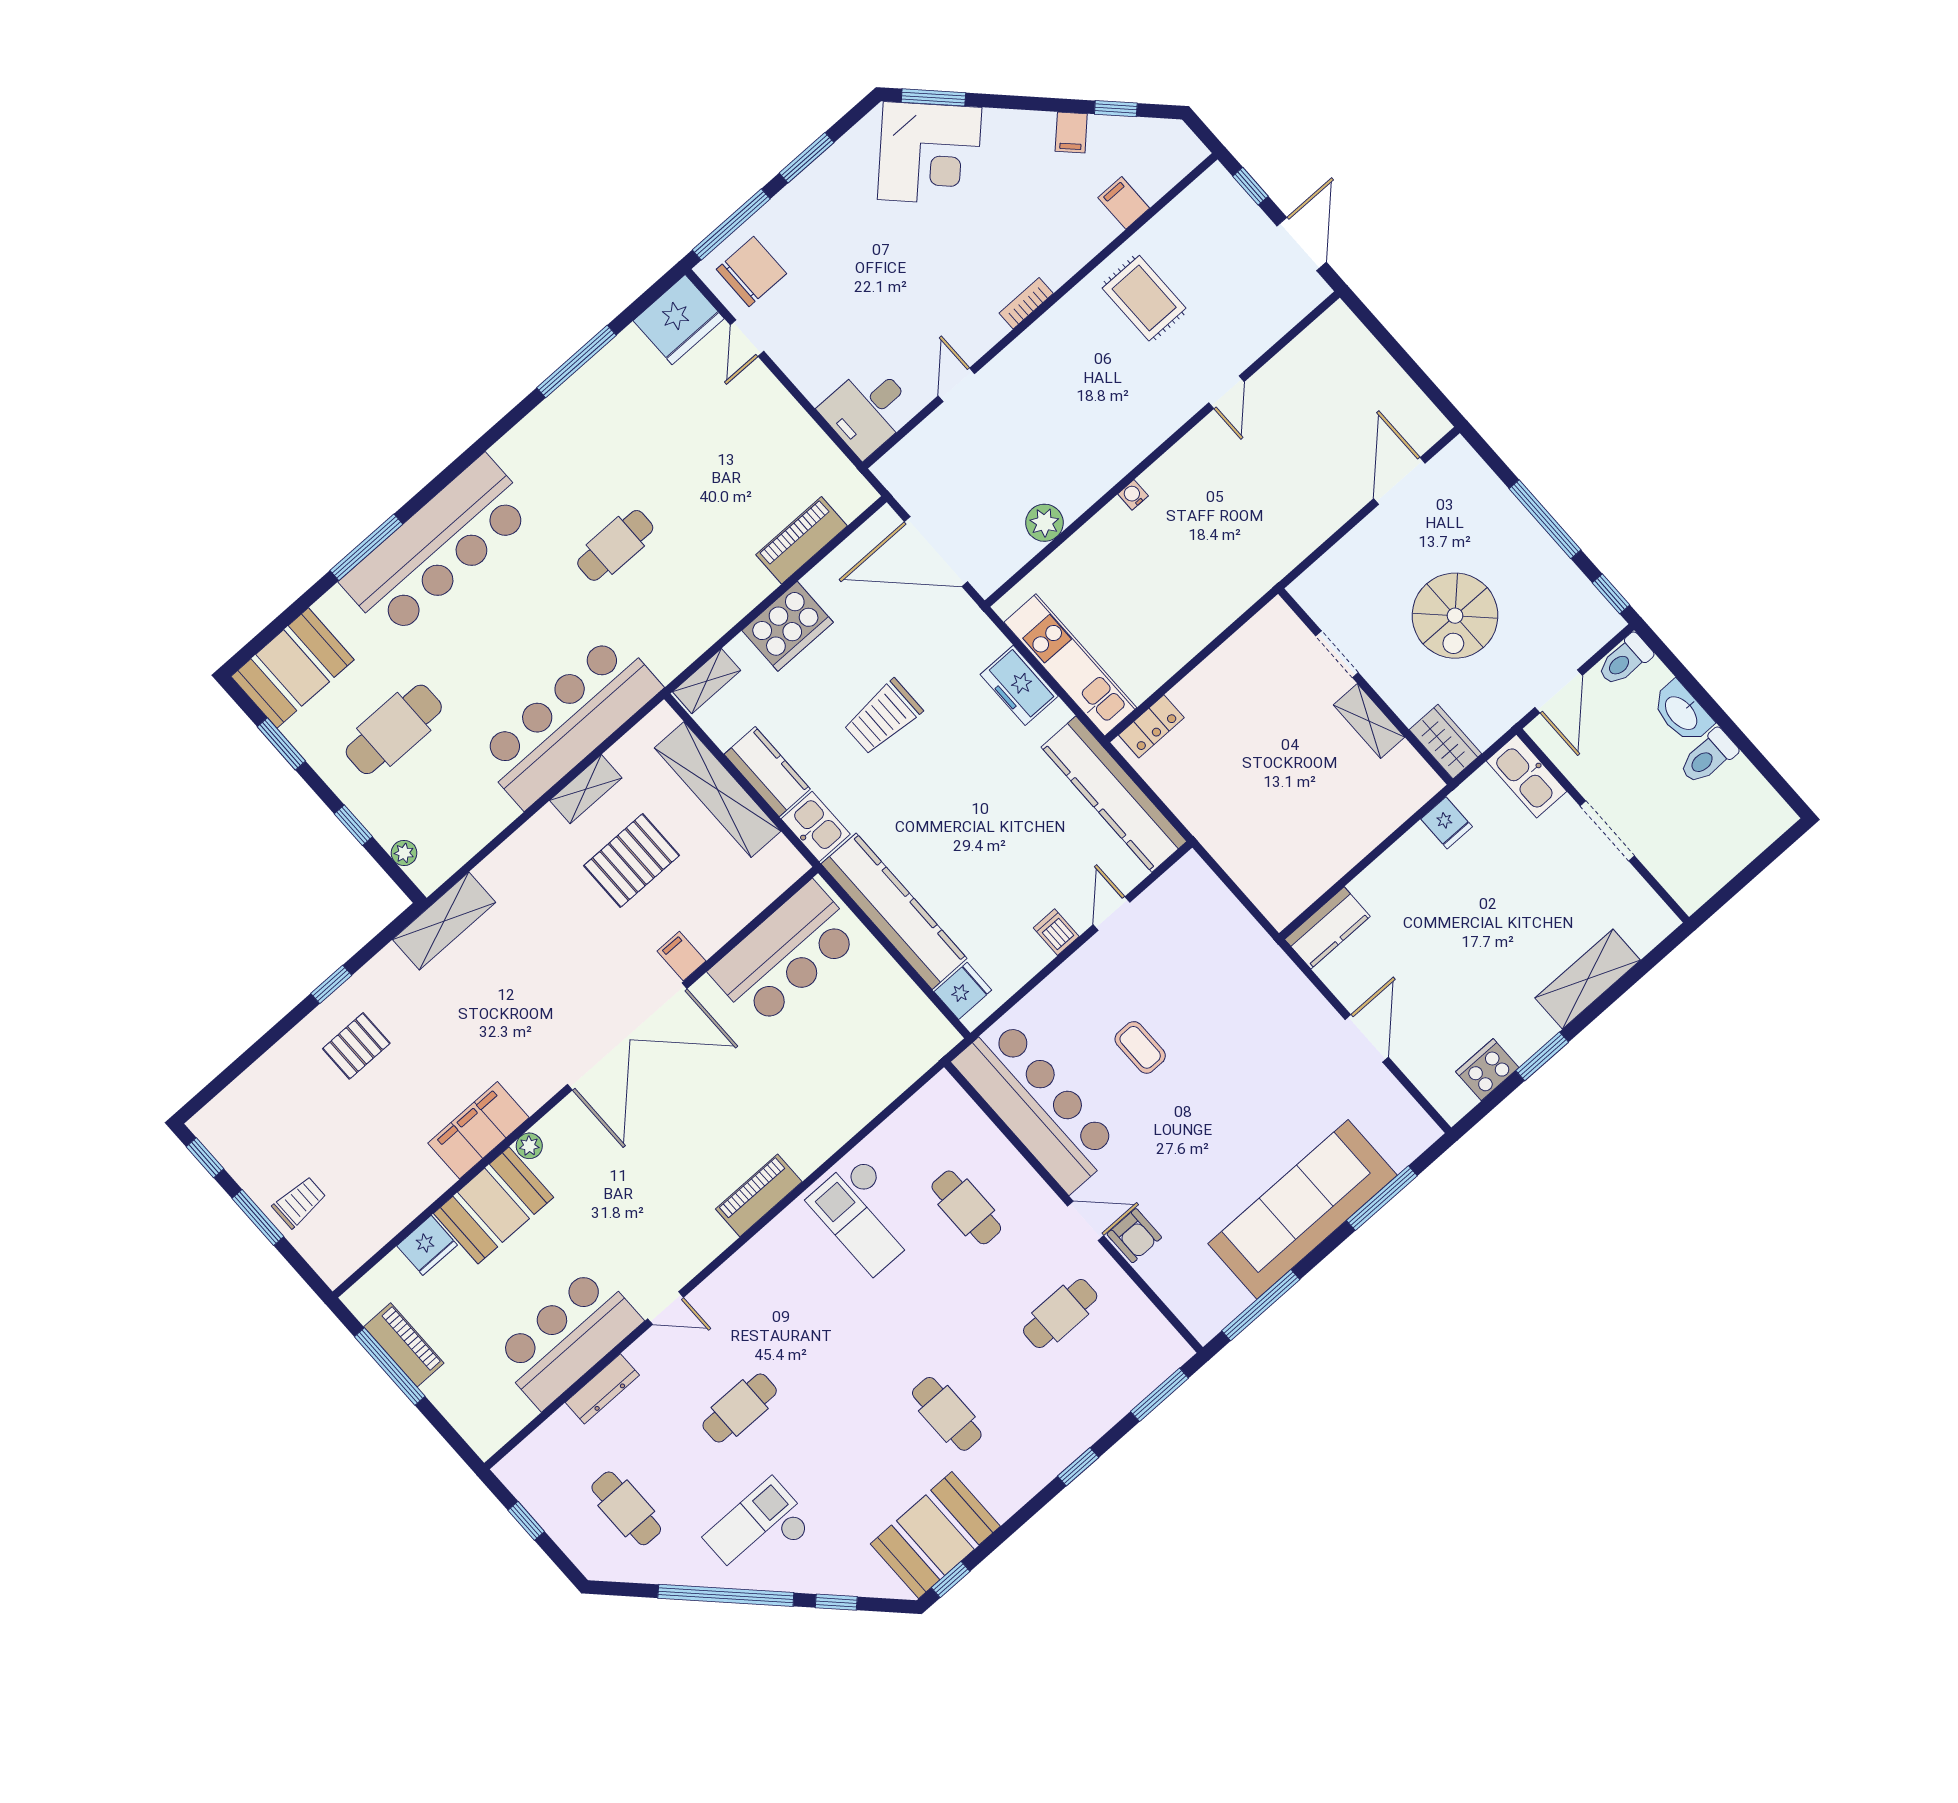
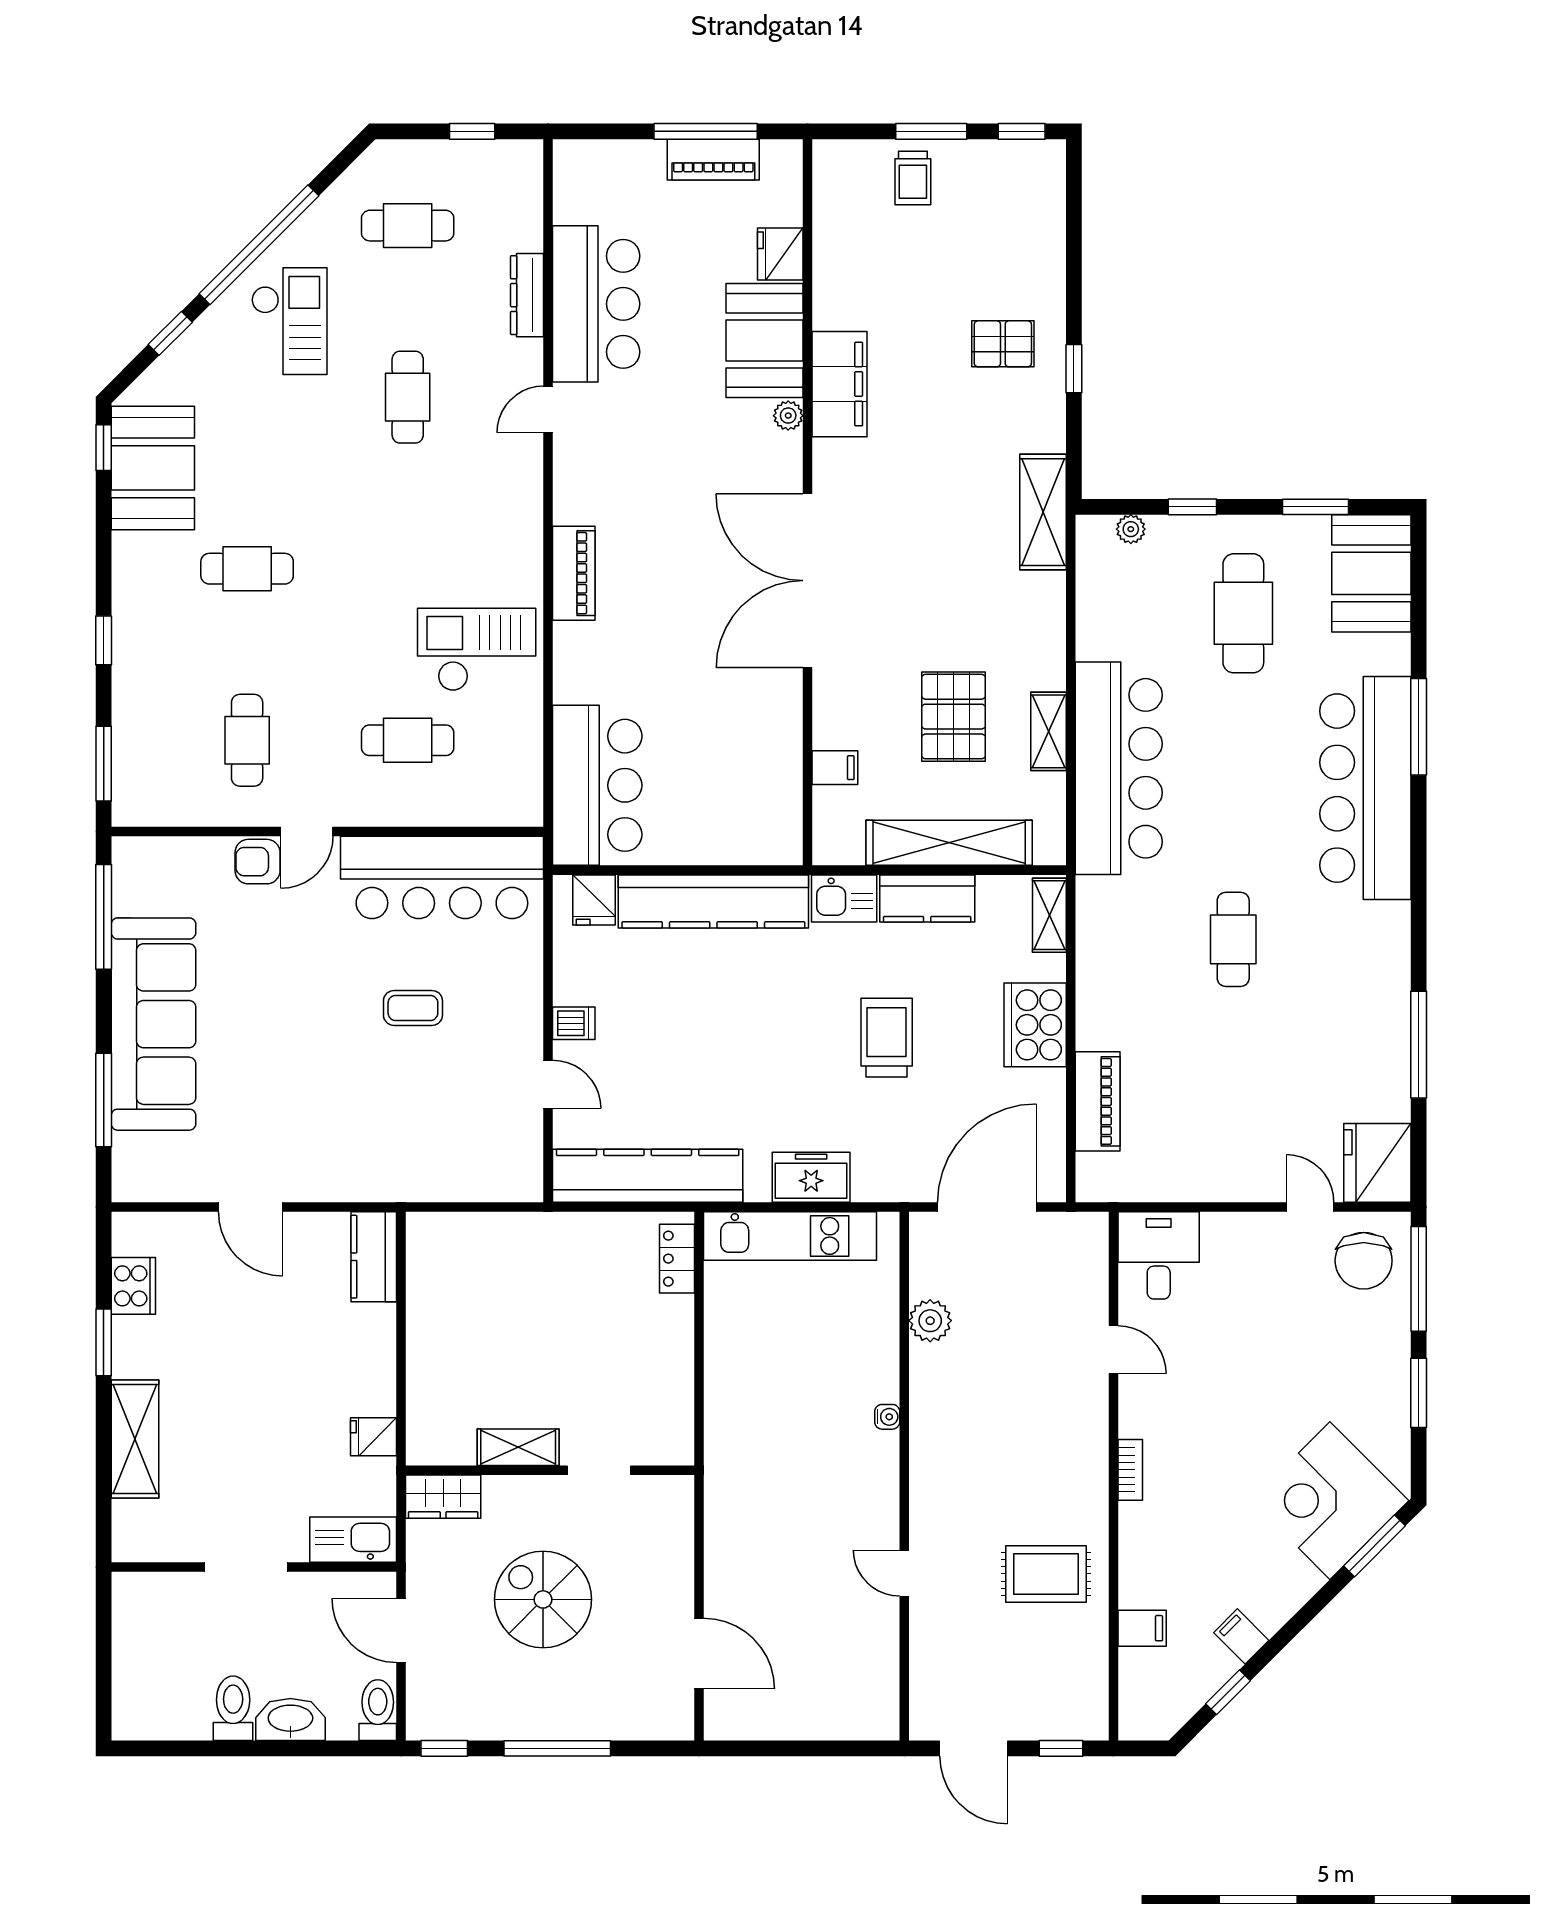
bar counter: (785, 954) -> (597, 785), moved, turned 180
filing cabinet: (681, 956) -> (835, 768), moved
pallet: (356, 1046) -> (1003, 344), turned 90

